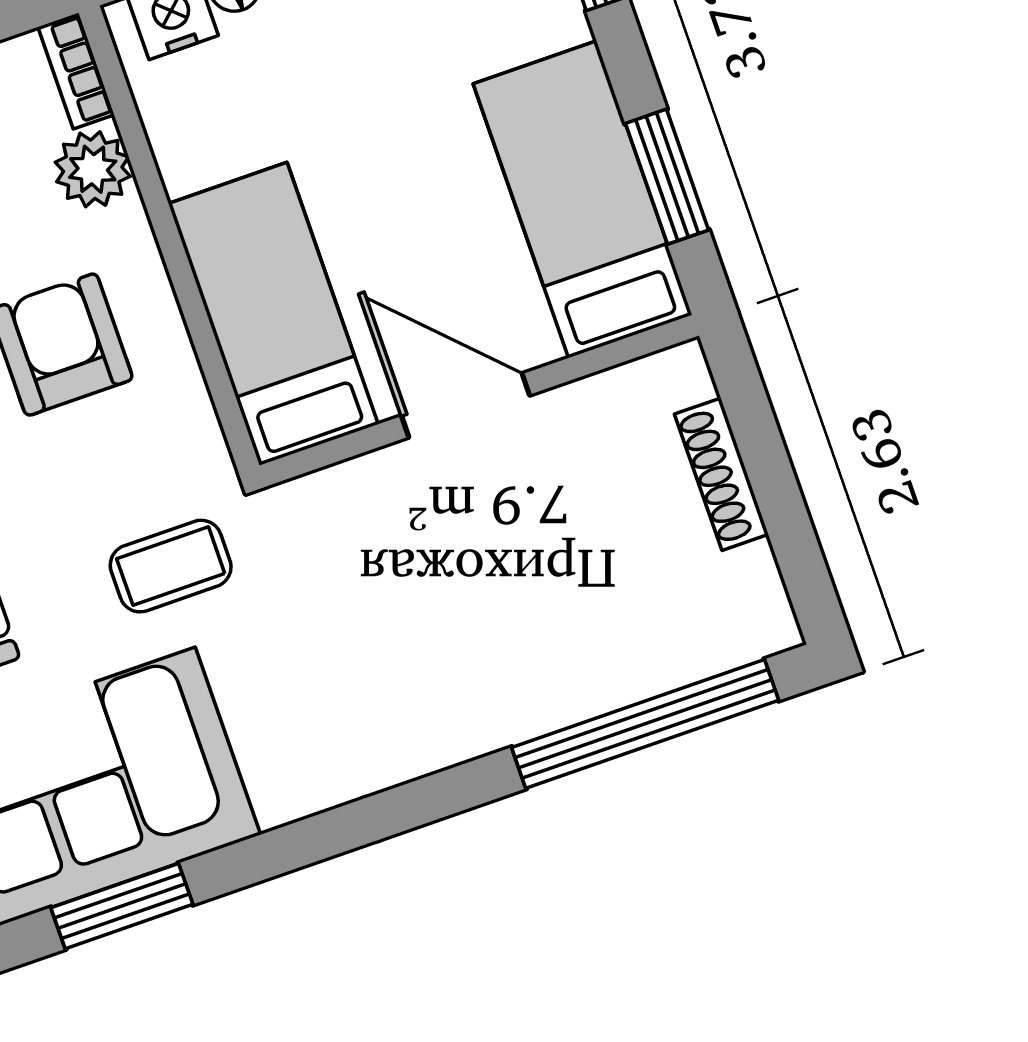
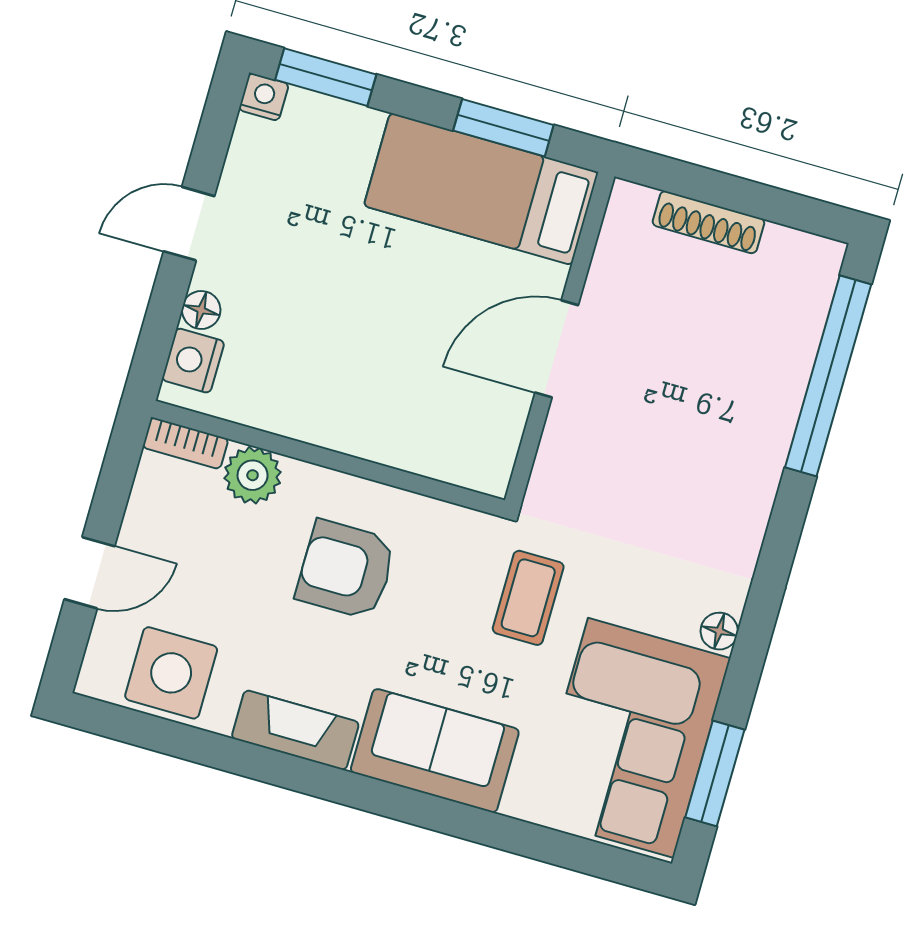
bed: (274, 314) -> (418, 427), removed
floor lamp: (281, 801) -> (719, 631), added

